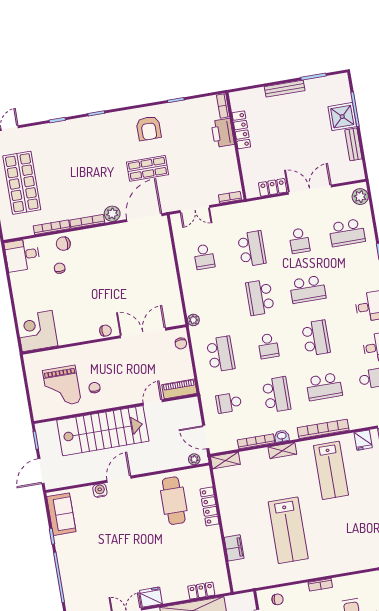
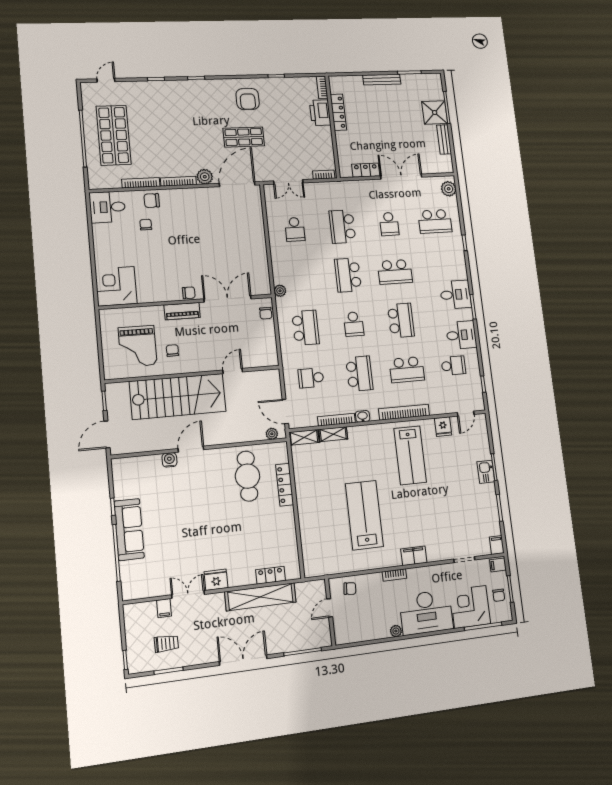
school desk: (252, 249) -> (342, 227), turned 180
piano: (179, 389) -> (182, 311), moved, turned 180
shelving: (282, 451) -> (333, 434), moved
sofa: (61, 514) -> (129, 529), moved, width x1.36
lab bench: (288, 530) -> (364, 515), turned 180
filing cabinet: (234, 548) -> (414, 556), moved, turned -90

